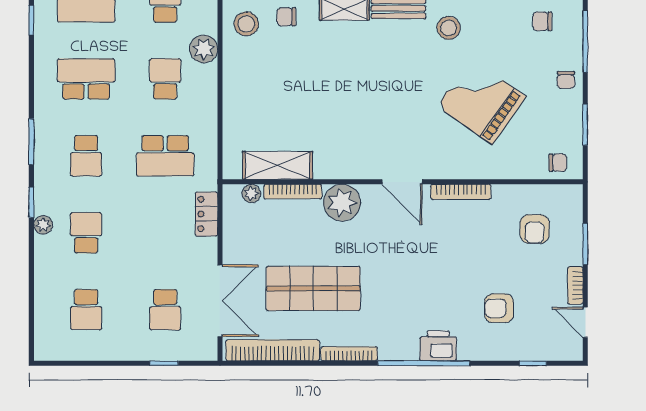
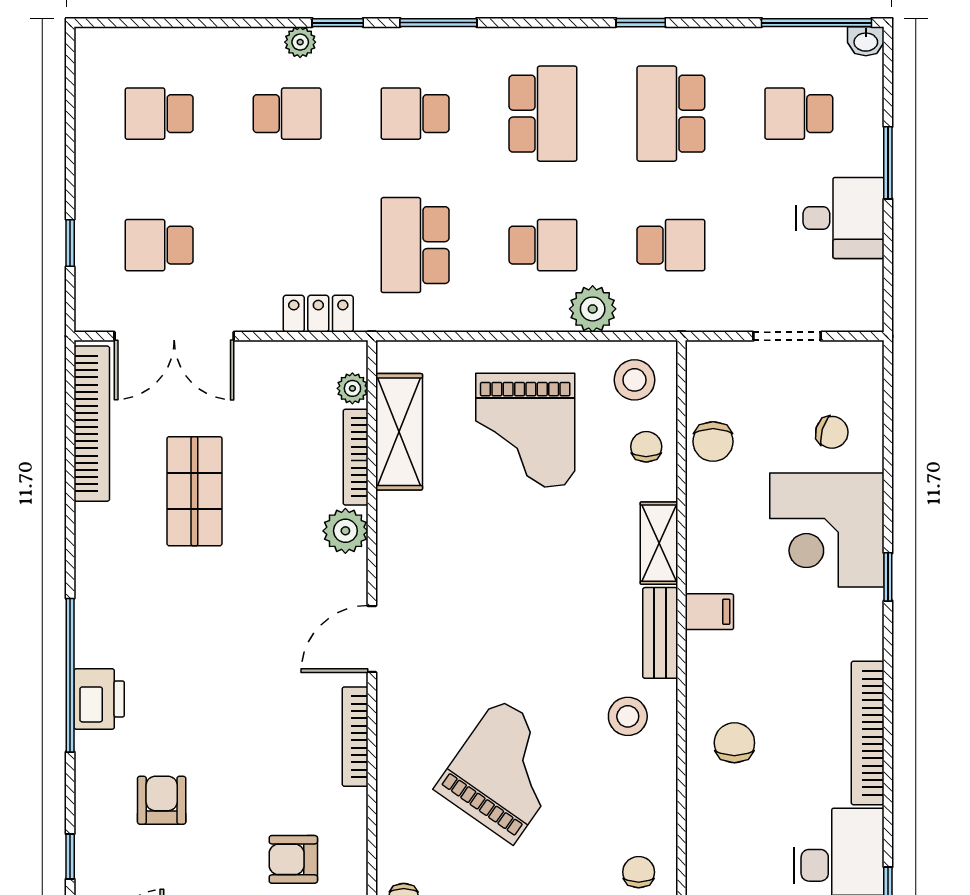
grand piano: (276, 90) -> (525, 430), added
plant: (342, 203) -> (345, 531), width x0.73, depth x0.73
shop shelf: (313, 288) -> (194, 491), width x0.70, depth x0.74
bookcase: (349, 354) -> (86, 551), removed

